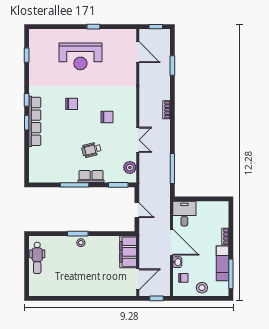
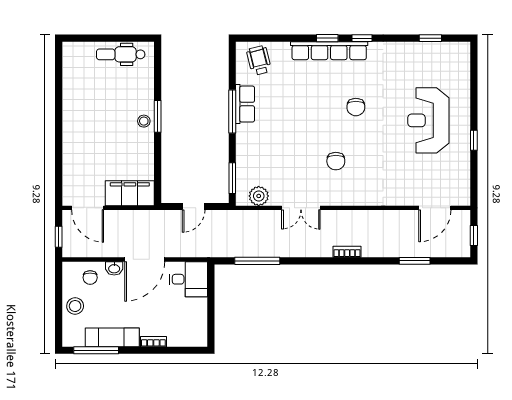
wheelchair: (91, 150) -> (259, 60), moved
row of seats: (91, 176) -> (245, 104), moved

